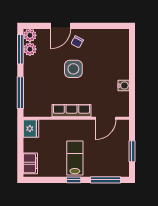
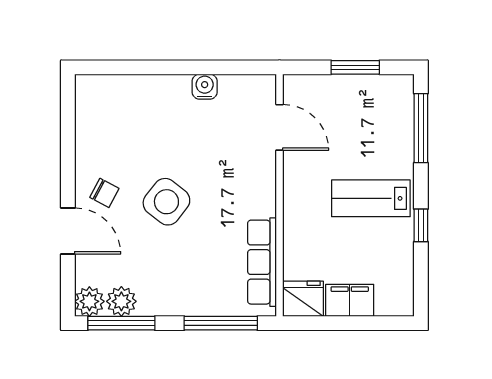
side table: (73, 69) -> (166, 202), turned 38
row of seats: (72, 111) -> (262, 262), moved
filing cabinet: (30, 163) -> (350, 300), moved
window: (74, 180) -> (421, 225), moved

